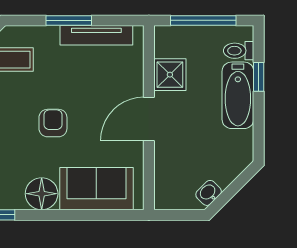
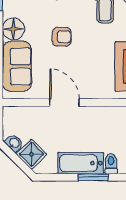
shower: (170, 75) -> (31, 154), moved, turned 45
window: (259, 77) -> (93, 177), width x1.50

